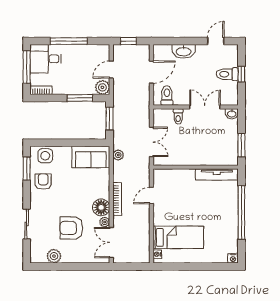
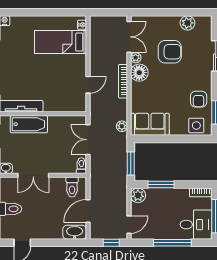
washbasin: (184, 51) -> (75, 232), moved
door: (111, 70) -> (129, 225), moved
toilet: (178, 116) -> (81, 166), moved
bathtub: (209, 157) -> (29, 124), added

